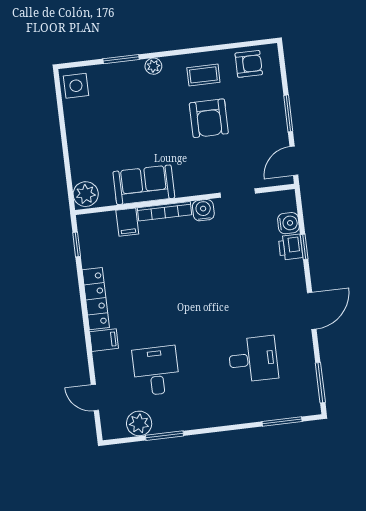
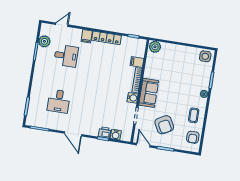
armchair: (209, 118) -> (164, 125), moved, turned -119
sofa: (144, 185) -> (149, 93), moved

